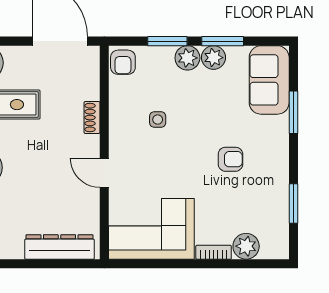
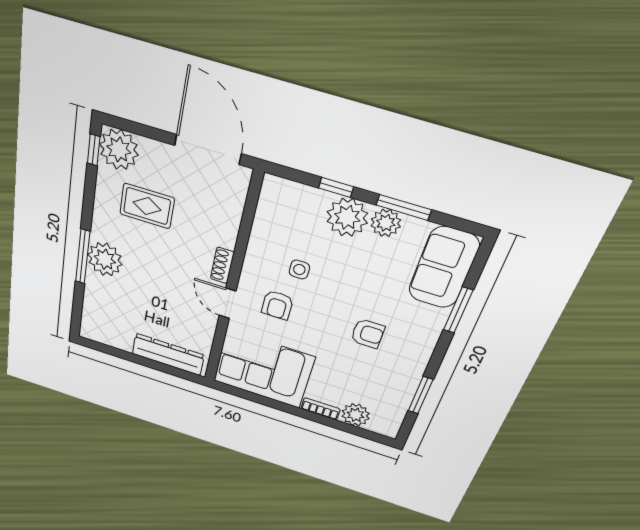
window: (167, 41) -> (336, 187), width x0.67
plant: (187, 58) -> (347, 217), width x1.36, depth x1.36
armchair: (123, 62) -> (277, 305), moved
shoe rack: (92, 118) -> (222, 265), moved

